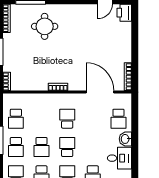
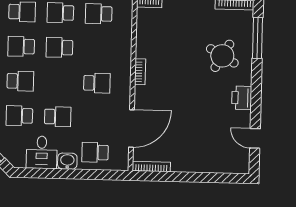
printer: (124, 13) -> (242, 98), moved, turned -90
round table: (45, 26) -> (222, 56), turned 30
school desk: (67, 147) -> (58, 117), moved

